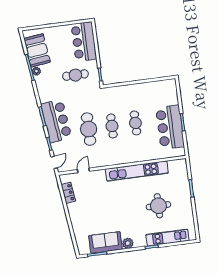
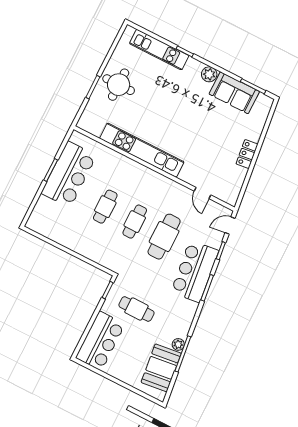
door: (83, 170) -> (203, 193), hinge flipped
locker: (68, 193) -> (247, 154), moved
round table: (158, 206) -> (119, 85), moved

